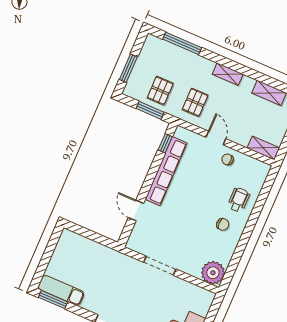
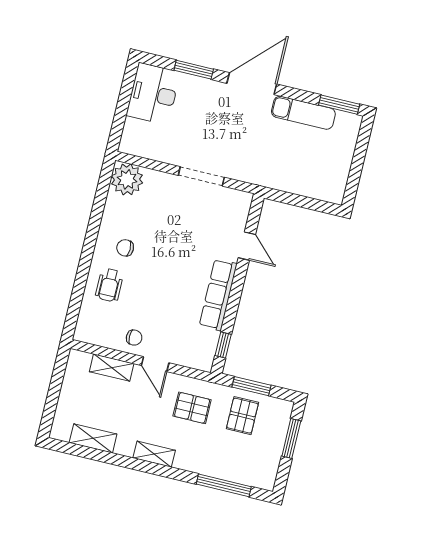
pallet: (195, 102) -> (192, 408), turned 90
shelving: (263, 148) -> (112, 368), moved
row of seats: (166, 171) -> (218, 295), width x0.73
exam couch: (61, 290) -> (303, 113), moved

